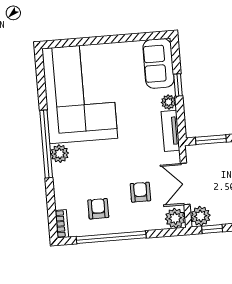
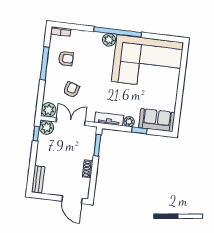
armchair: (140, 192) -> (71, 90), turned -73
window: (111, 237) -> (45, 63), width x0.68

